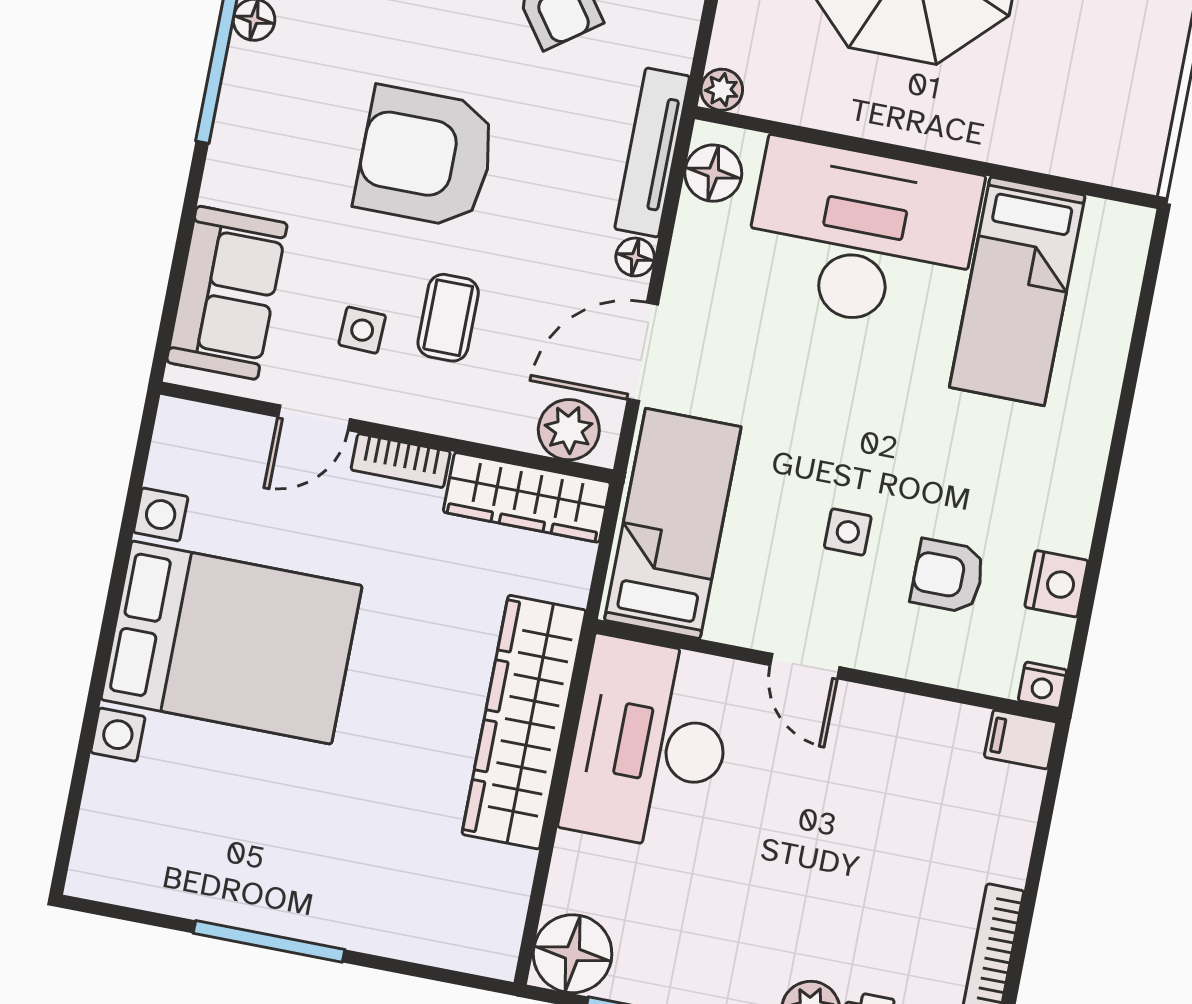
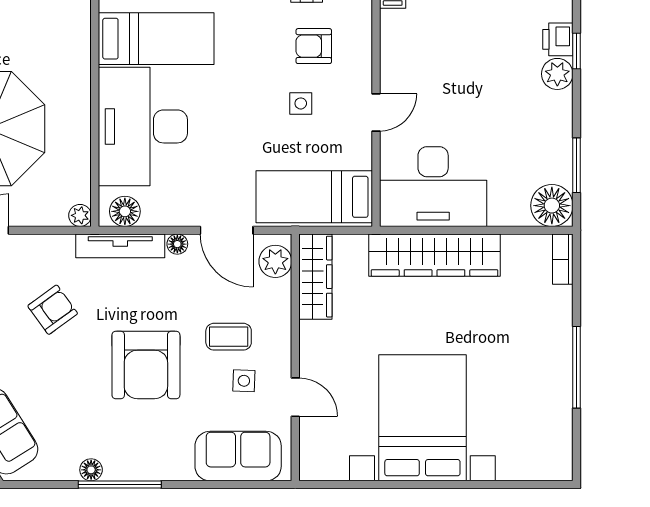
bookcase: (401, 461) -> (563, 259), moved, turned 180
armchair: (948, 576) -> (314, 46), turned 90

